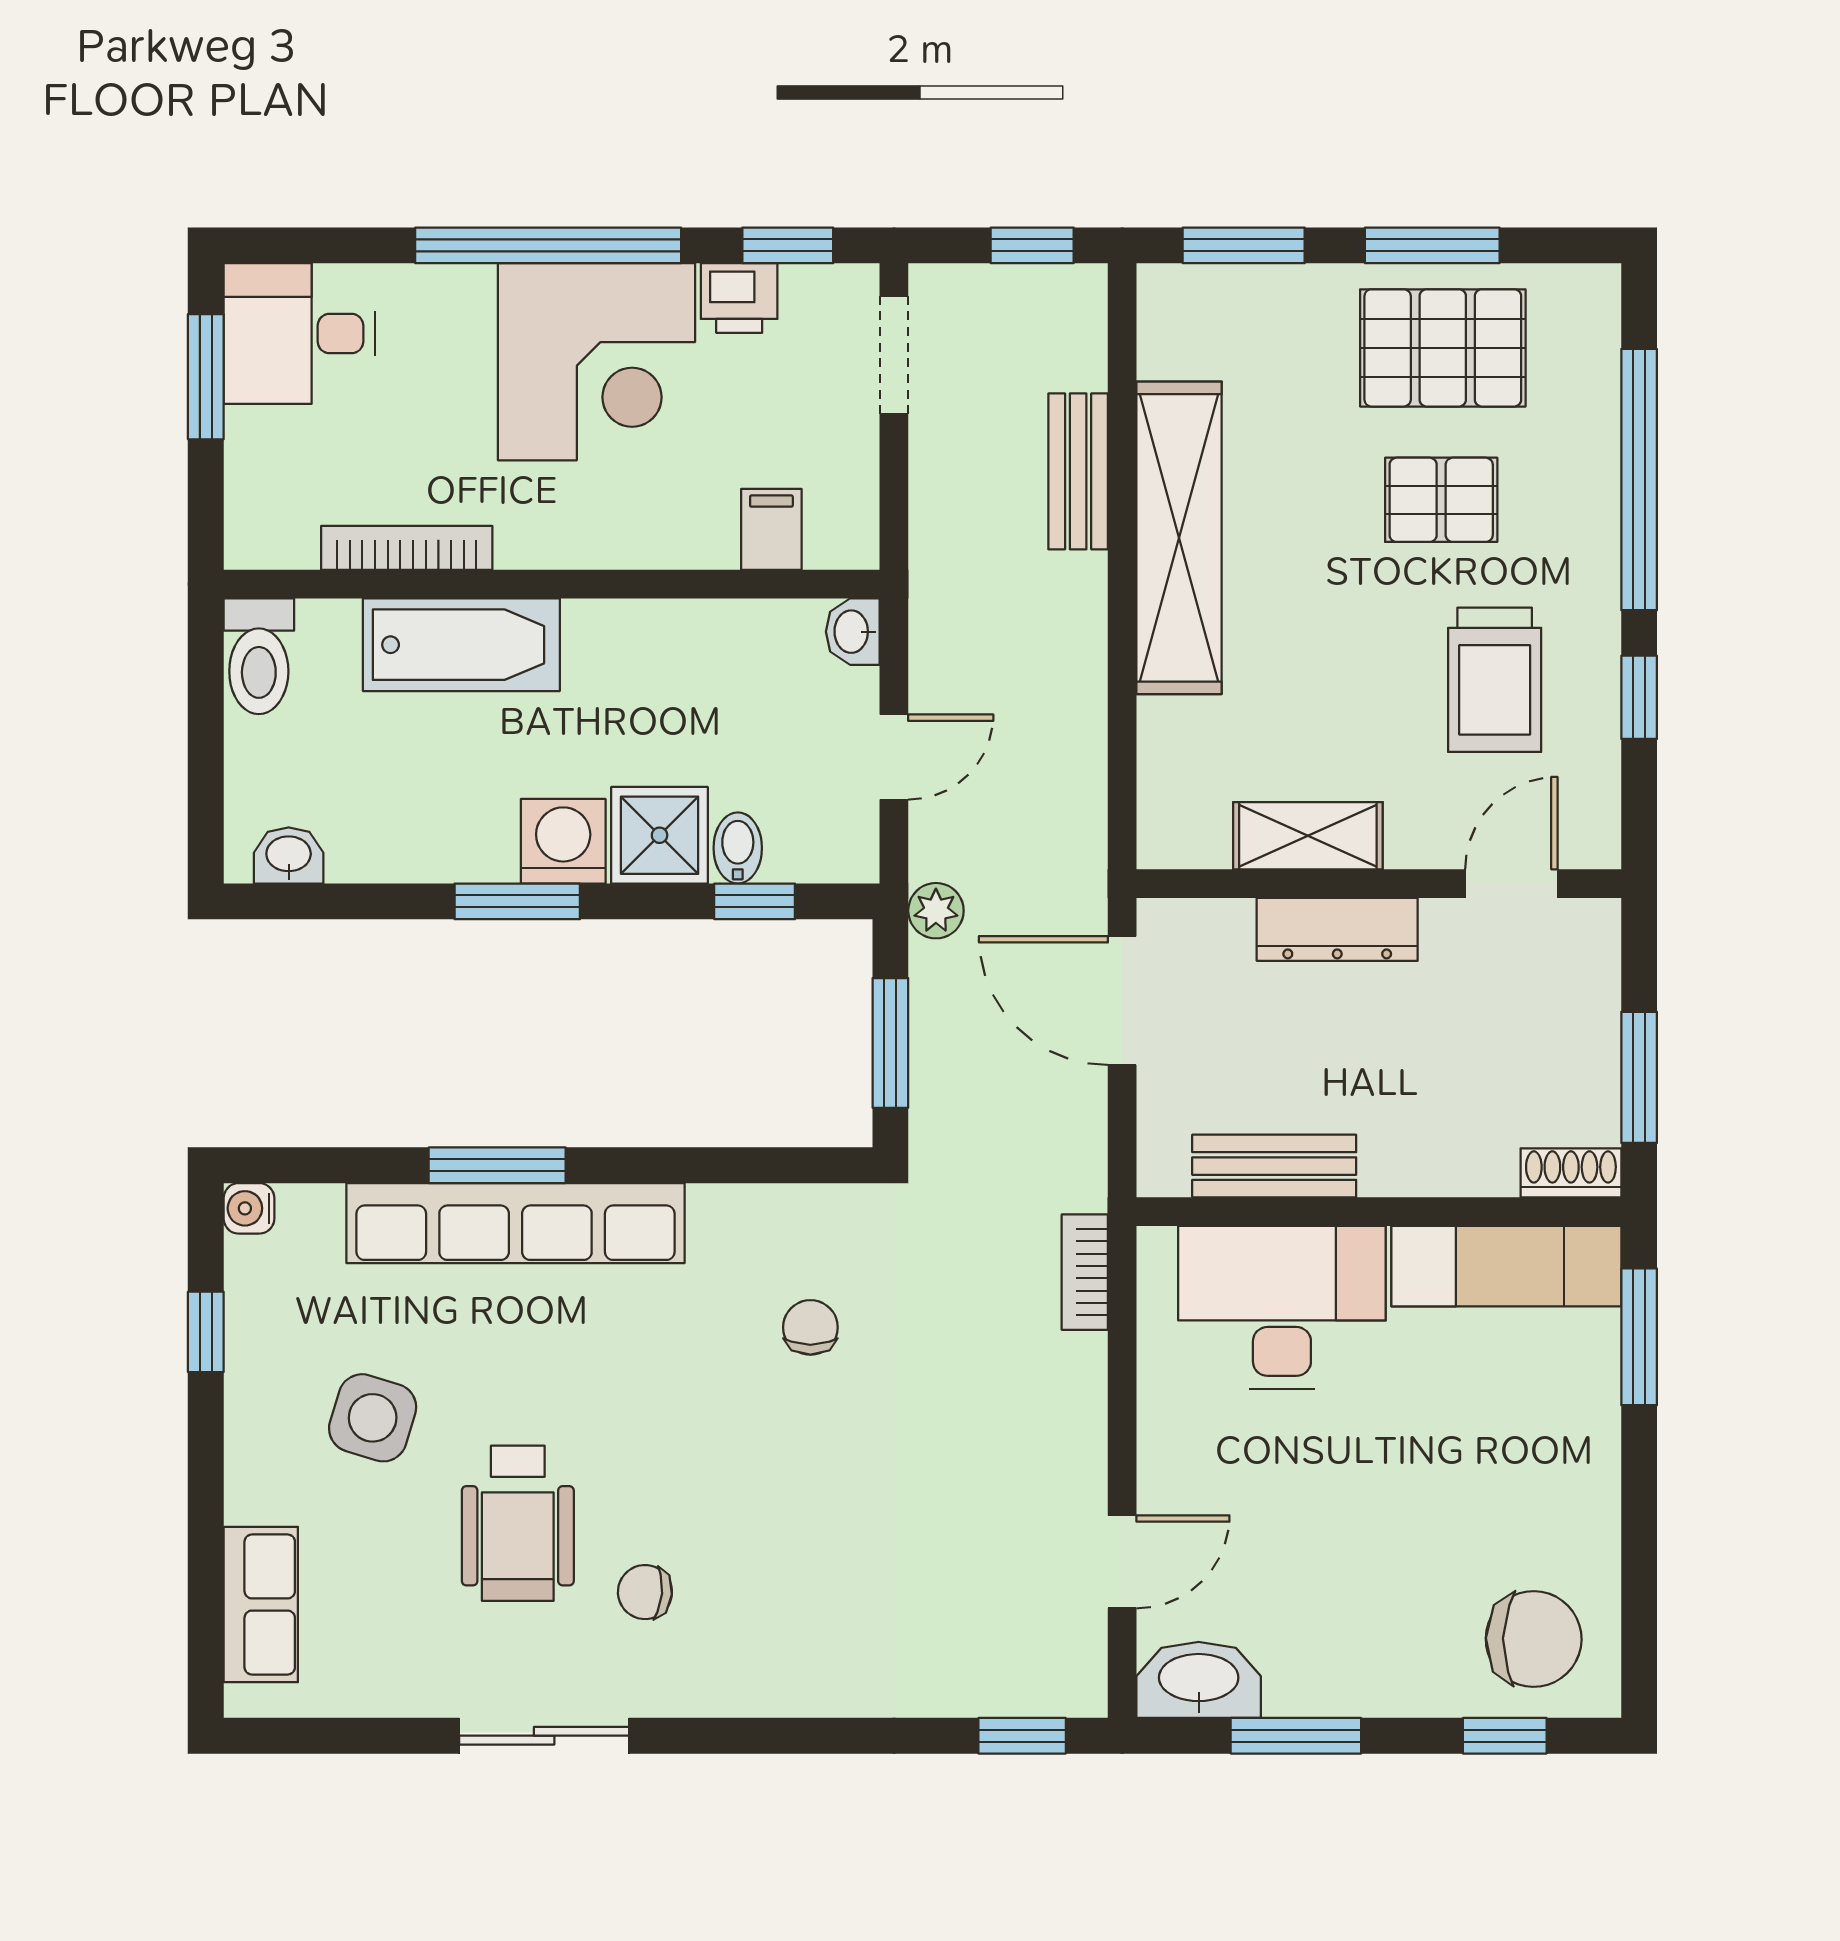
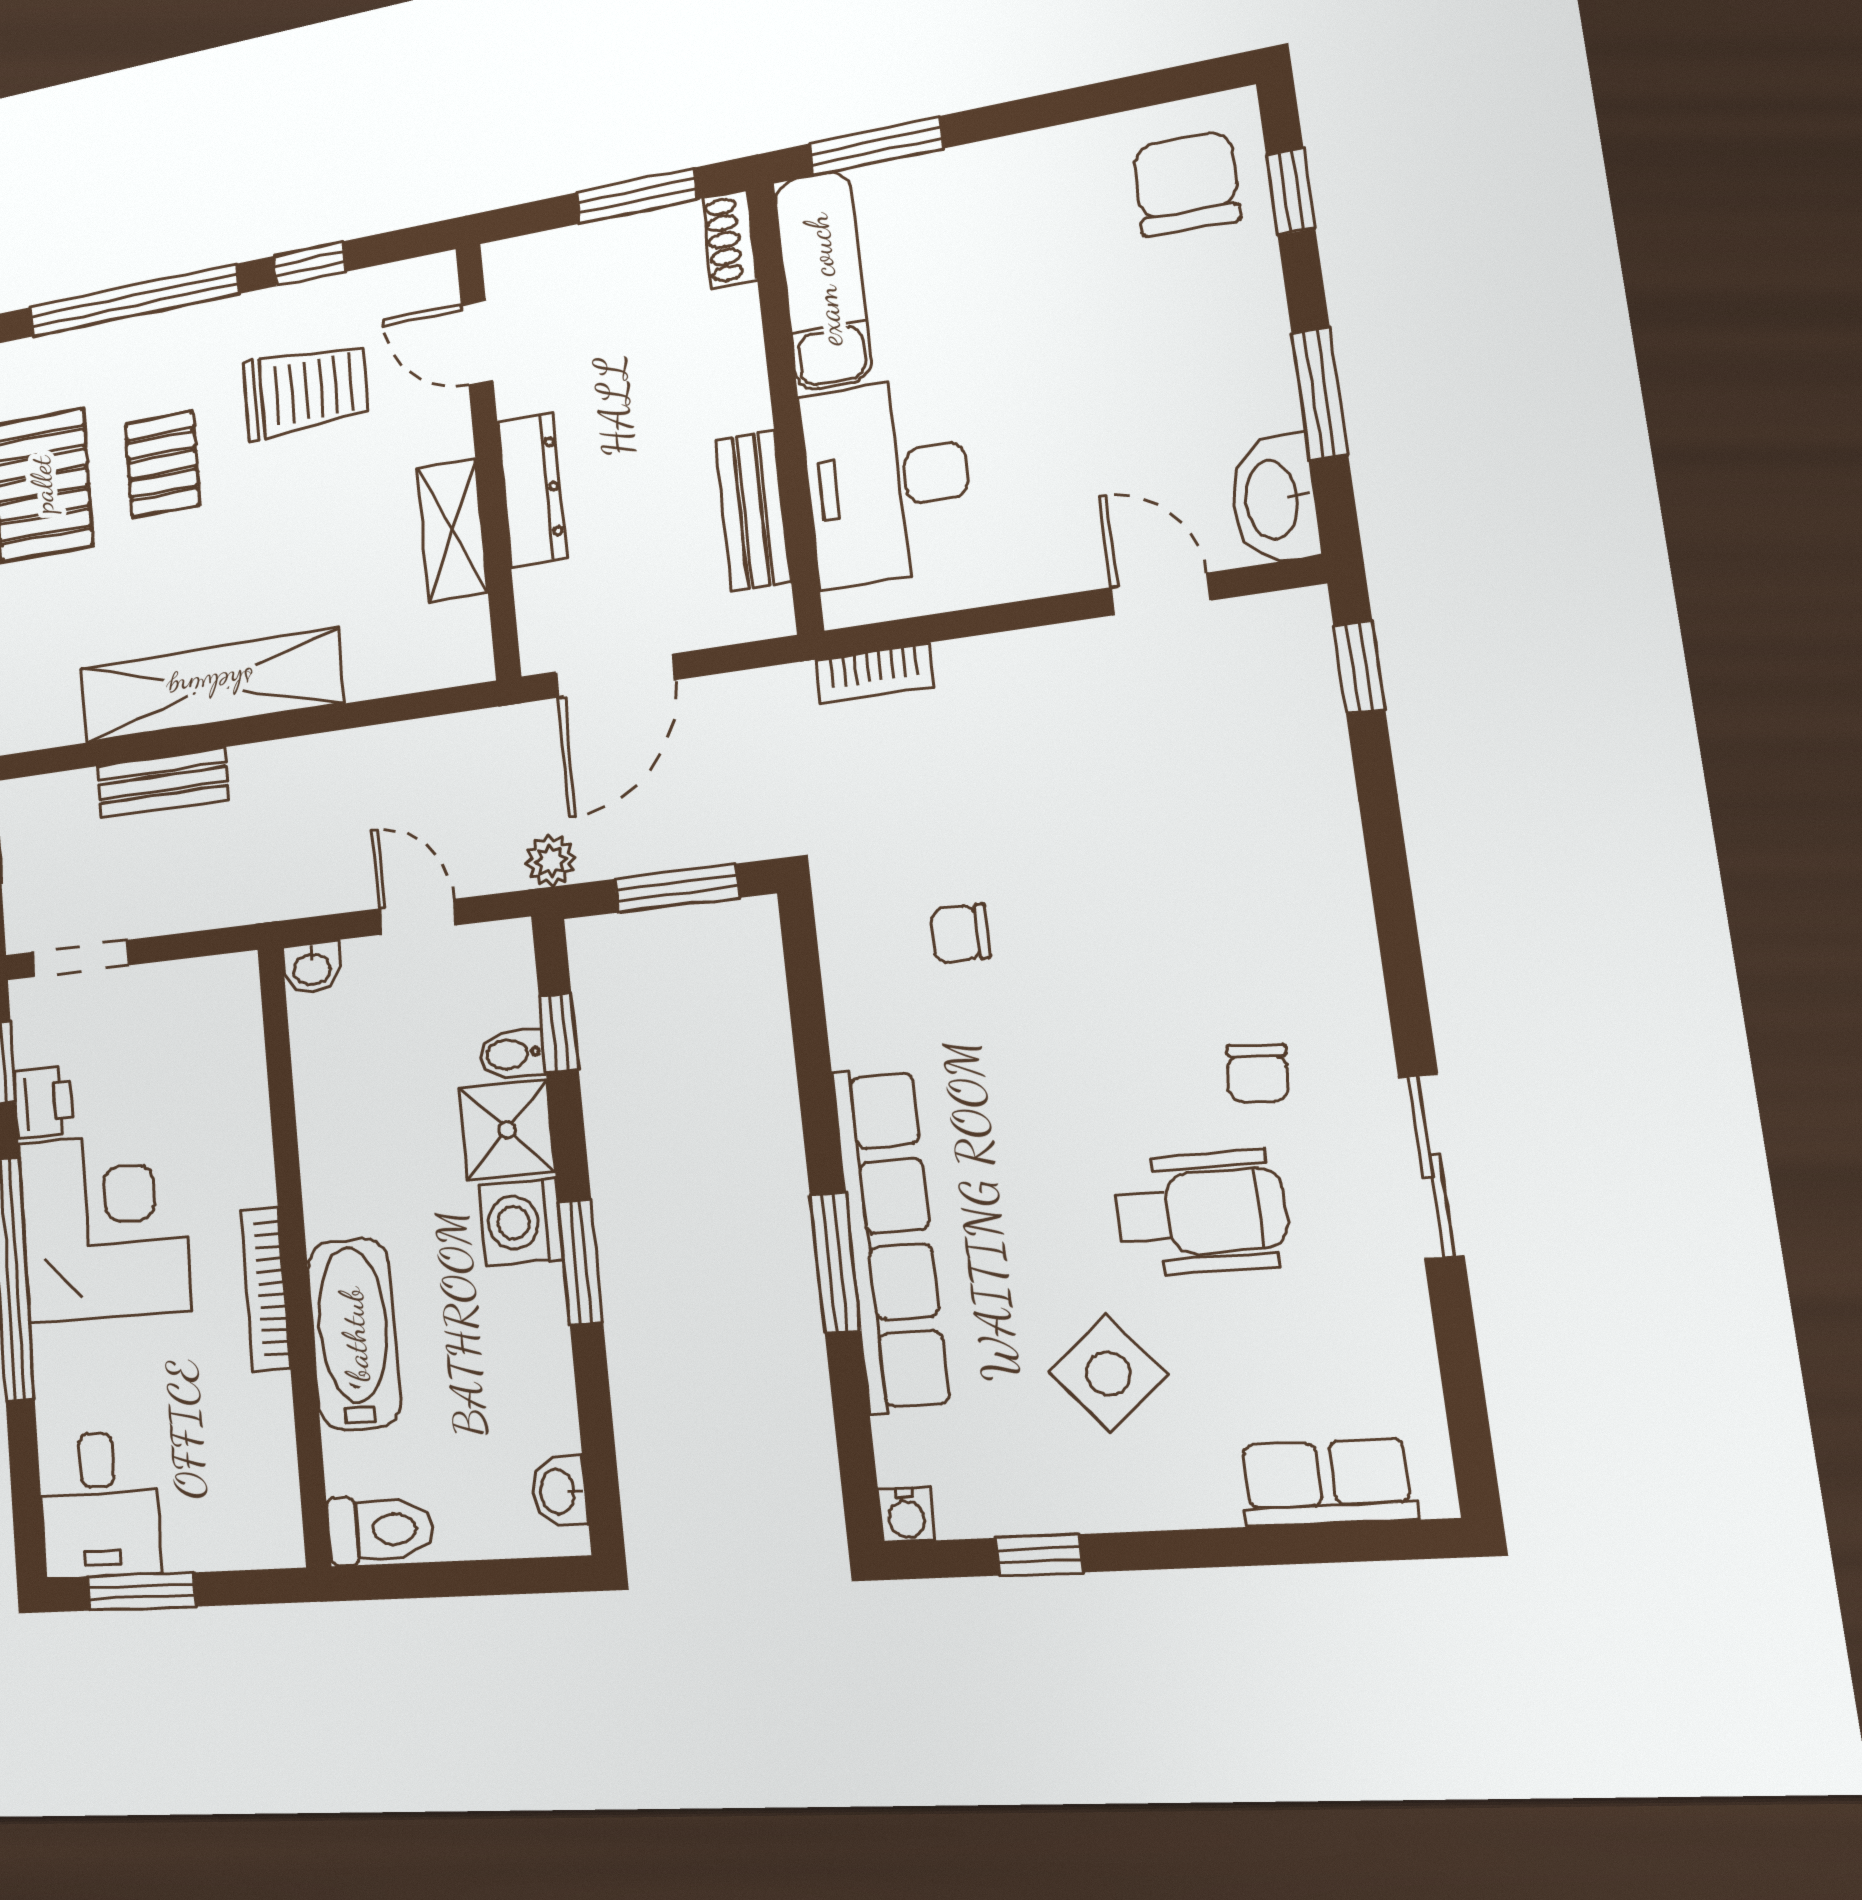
filing cabinet: (771, 529) -> (231, 1052), removed
bookcase: (407, 548) -> (265, 1289), moved
side table: (373, 1418) -> (1108, 1373), turned 33

